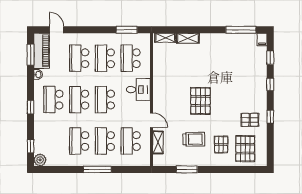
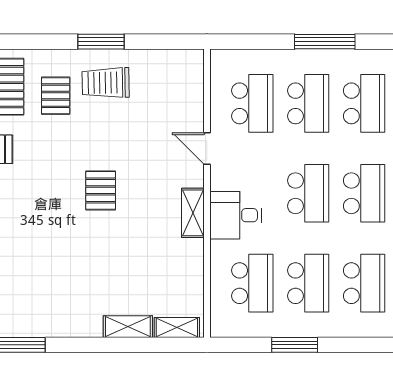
window: (127, 30) -> (295, 345), moved
pallet: (200, 101) -> (101, 190), width x0.67, depth x0.71
trolley: (194, 139) -> (106, 83), moved
shelving: (158, 142) -> (193, 213), moved
window: (187, 169) -> (101, 42), moved

